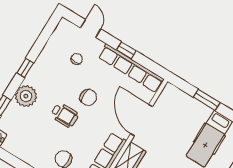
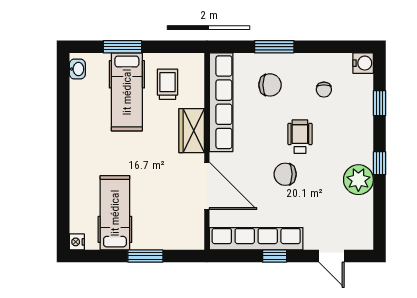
chair: (77, 59) -> (324, 90), moved
plant: (26, 96) -> (358, 180), moved
wheelchair: (65, 115) -> (300, 137), turned 90

